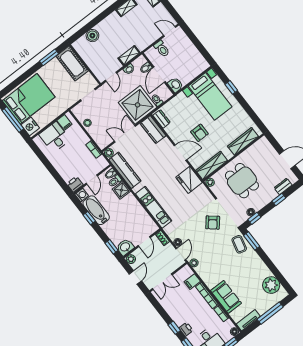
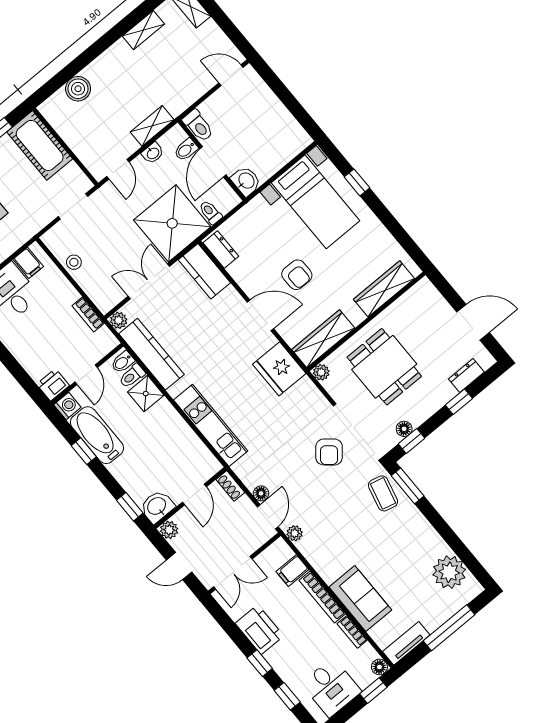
toilet: (162, 49) -> (198, 126), moved
door: (135, 277) -> (179, 566), swing flipped
printer: (186, 329) -> (259, 630), moved, width x1.87, depth x1.48

